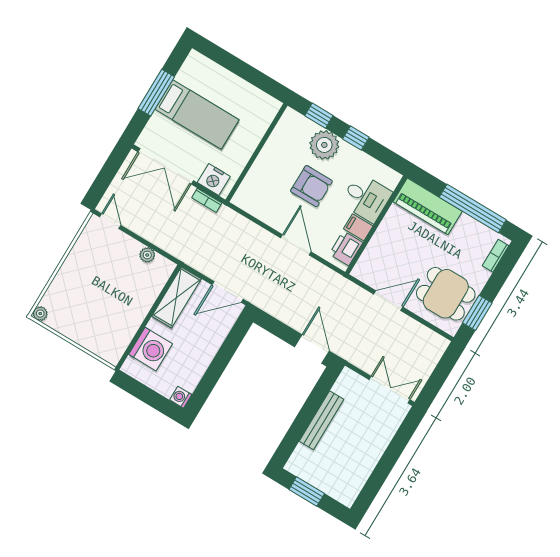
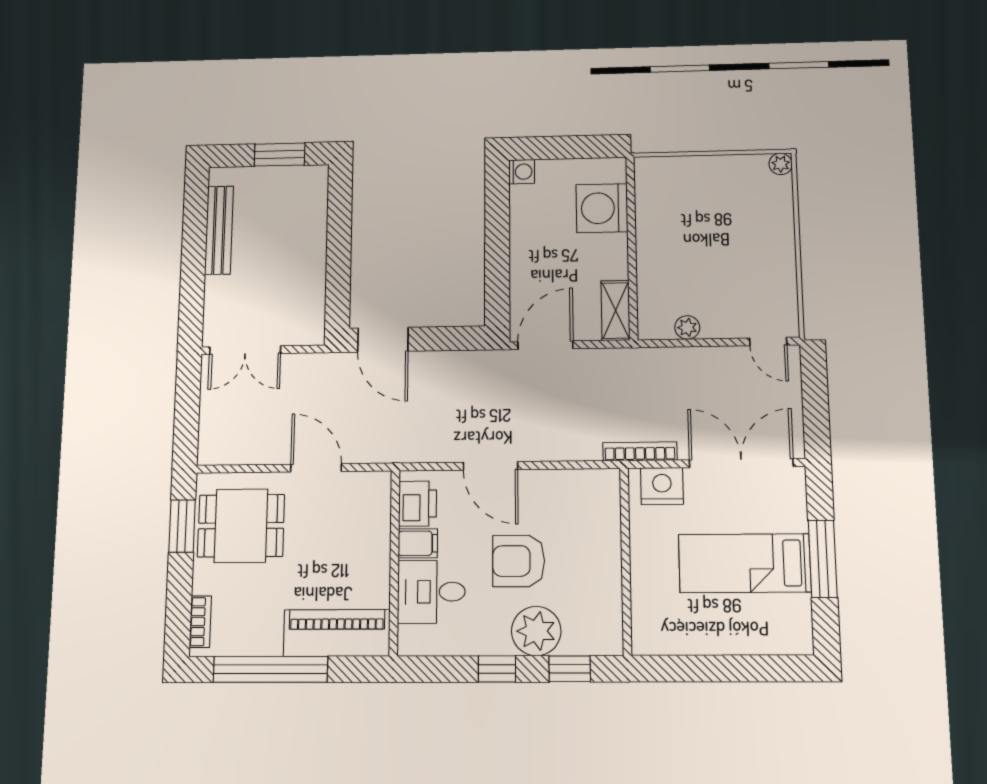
bookcase: (207, 200) -> (640, 451), width x1.56
shelving: (176, 297) -> (615, 310), width x0.67, depth x0.75
door: (388, 301) -> (316, 468), swing flipped
bench: (321, 420) -> (219, 230), moved

